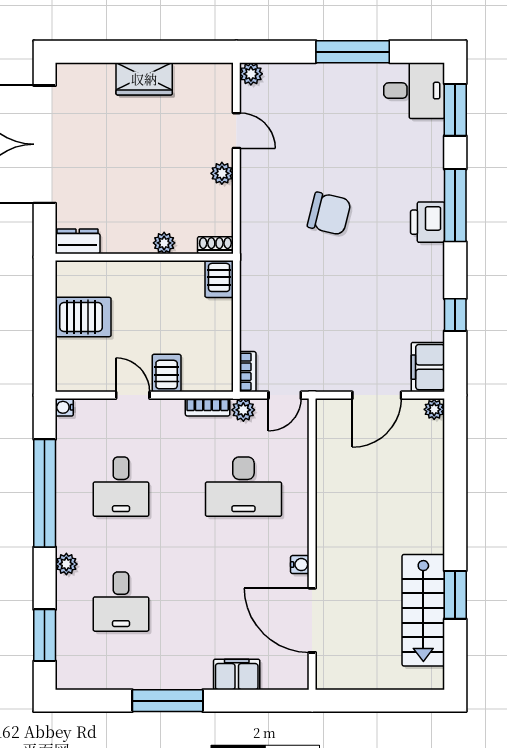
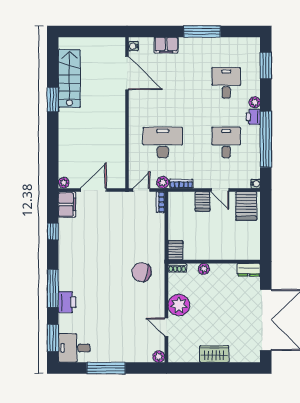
plant: (222, 173) -> (179, 305), width x1.88, depth x1.88
chair: (329, 214) -> (142, 272), moved
printer: (428, 222) -> (67, 302), moved
server rack: (83, 317) -> (246, 206), moved, turned -90
printer: (69, 536) -> (253, 117), added
water cooler: (300, 565) -> (133, 46), moved
window: (455, 595) -> (53, 99), moved

